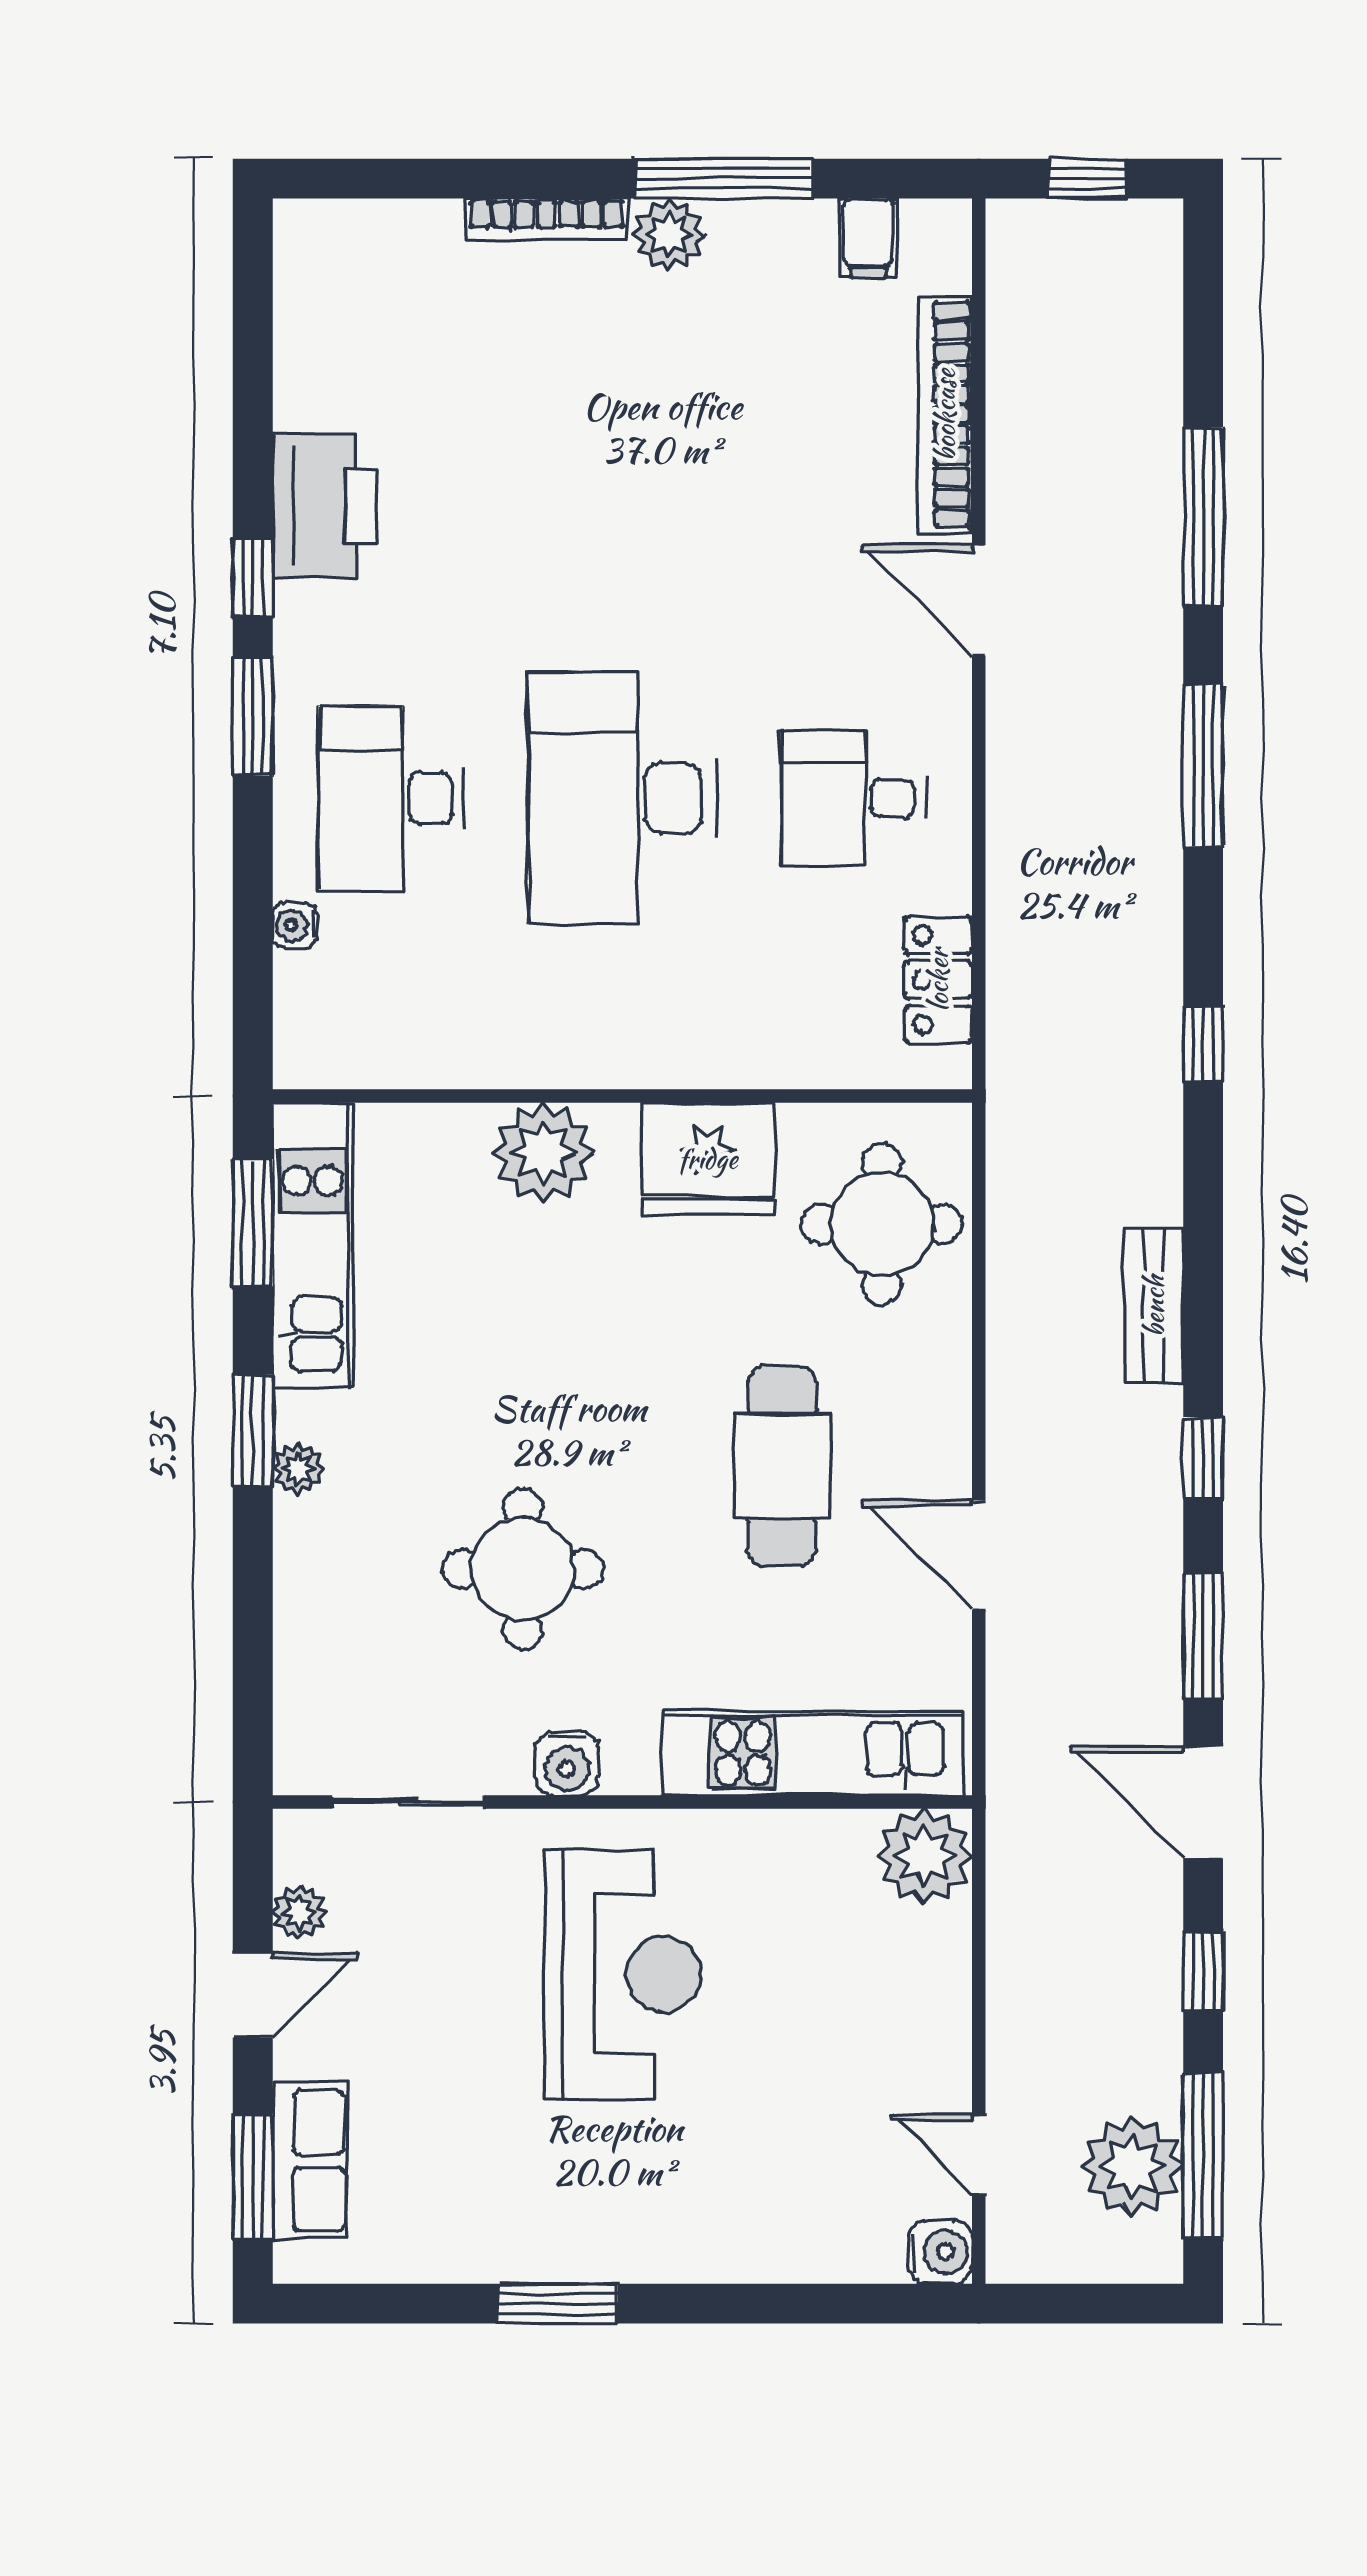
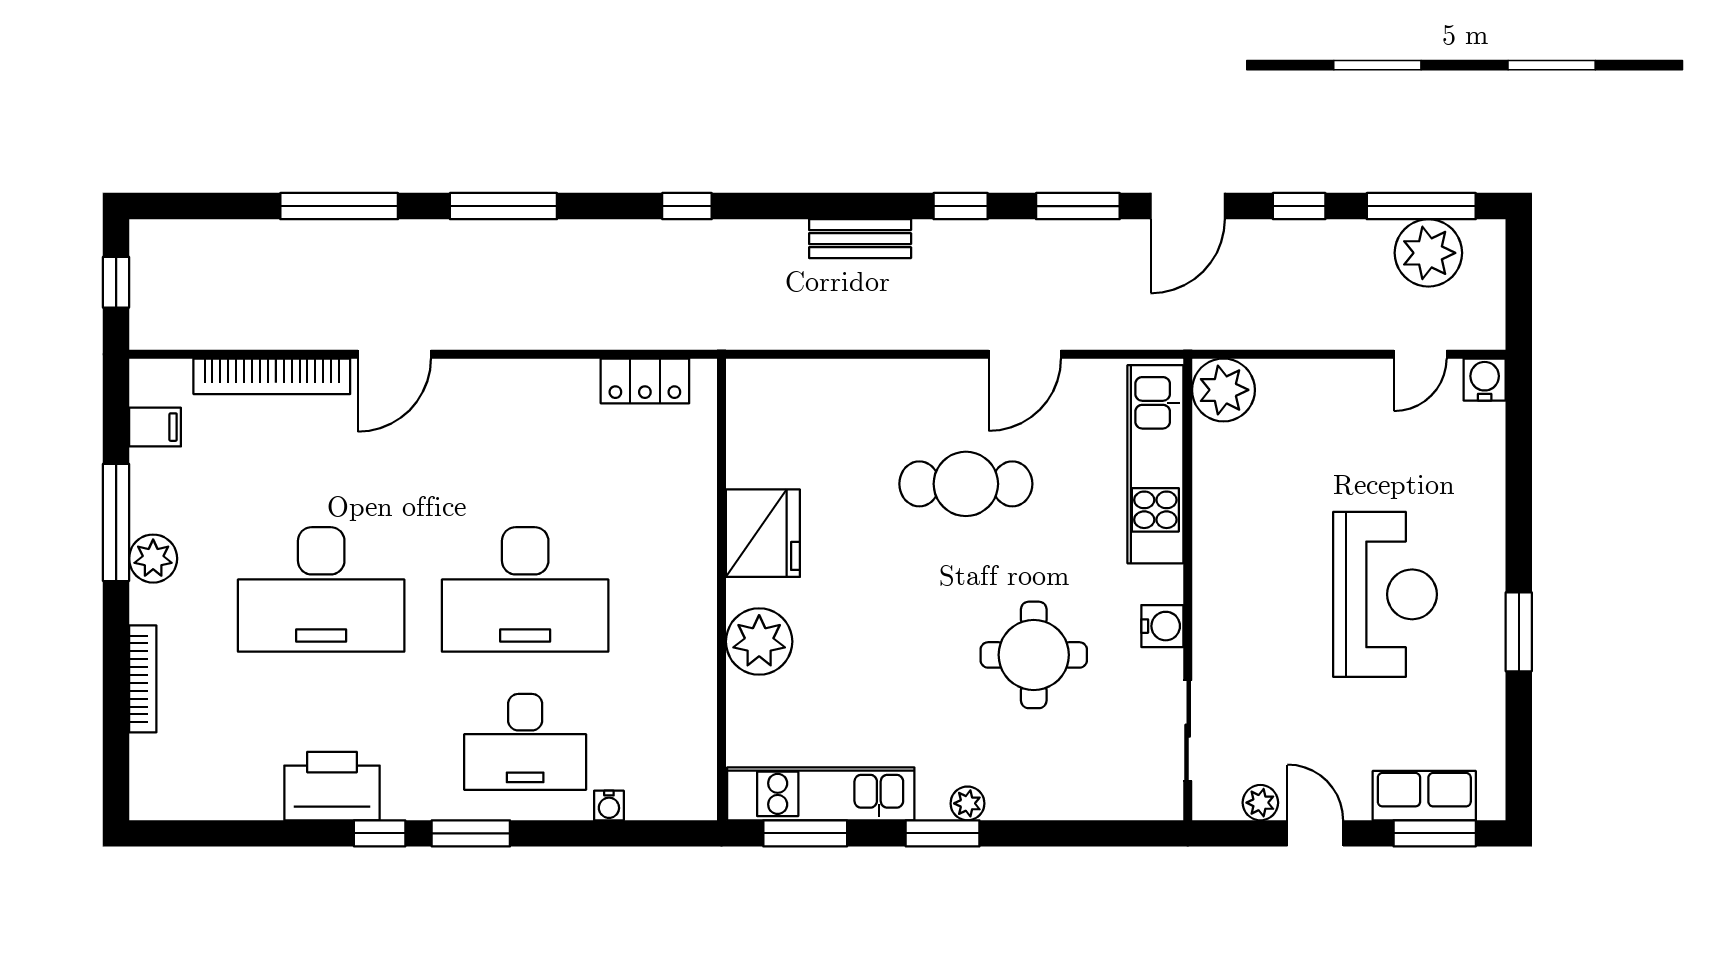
bookcase: (546, 219) -> (143, 679), moved
desk: (853, 798) -> (321, 589), moved, width x1.87, depth x1.30
round table: (882, 1224) -> (806, 418), removed
reception desk: (623, 1974) -> (1385, 594), moved, turned 90

